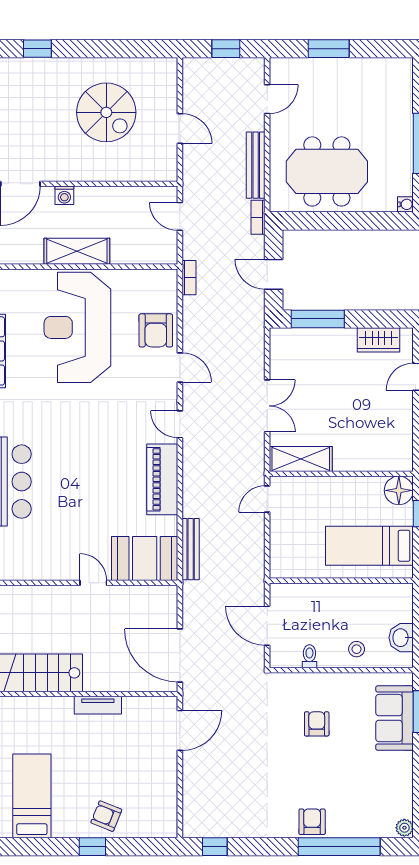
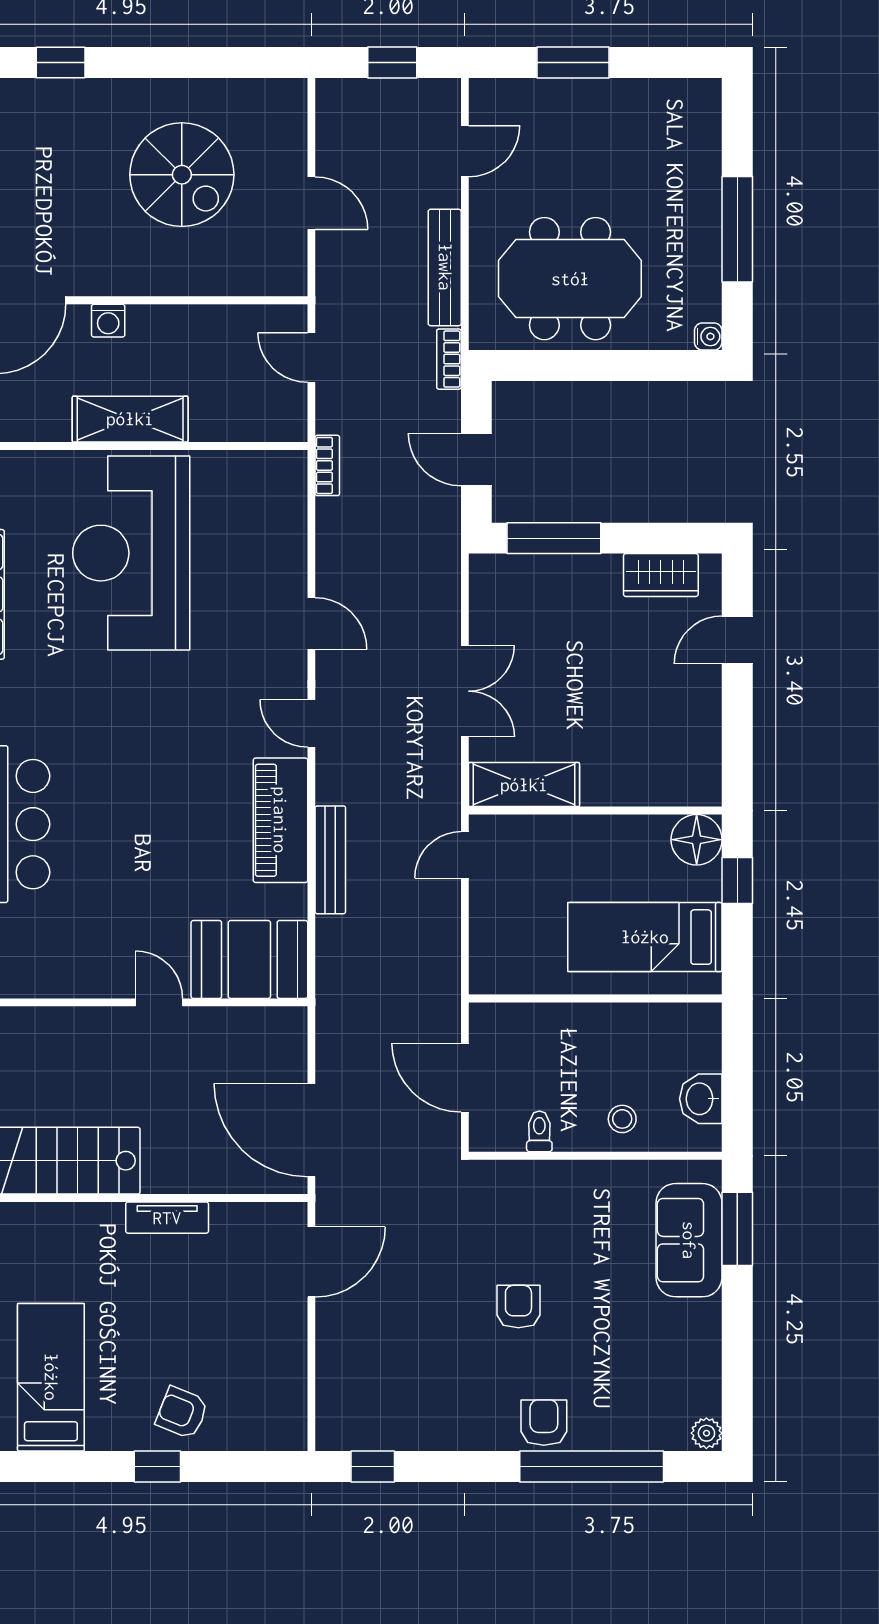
armchair: (156, 330) -> (269, 558), removed
bench: (191, 549) -> (330, 860), moved
armchair: (317, 724) -> (518, 1307), moved

